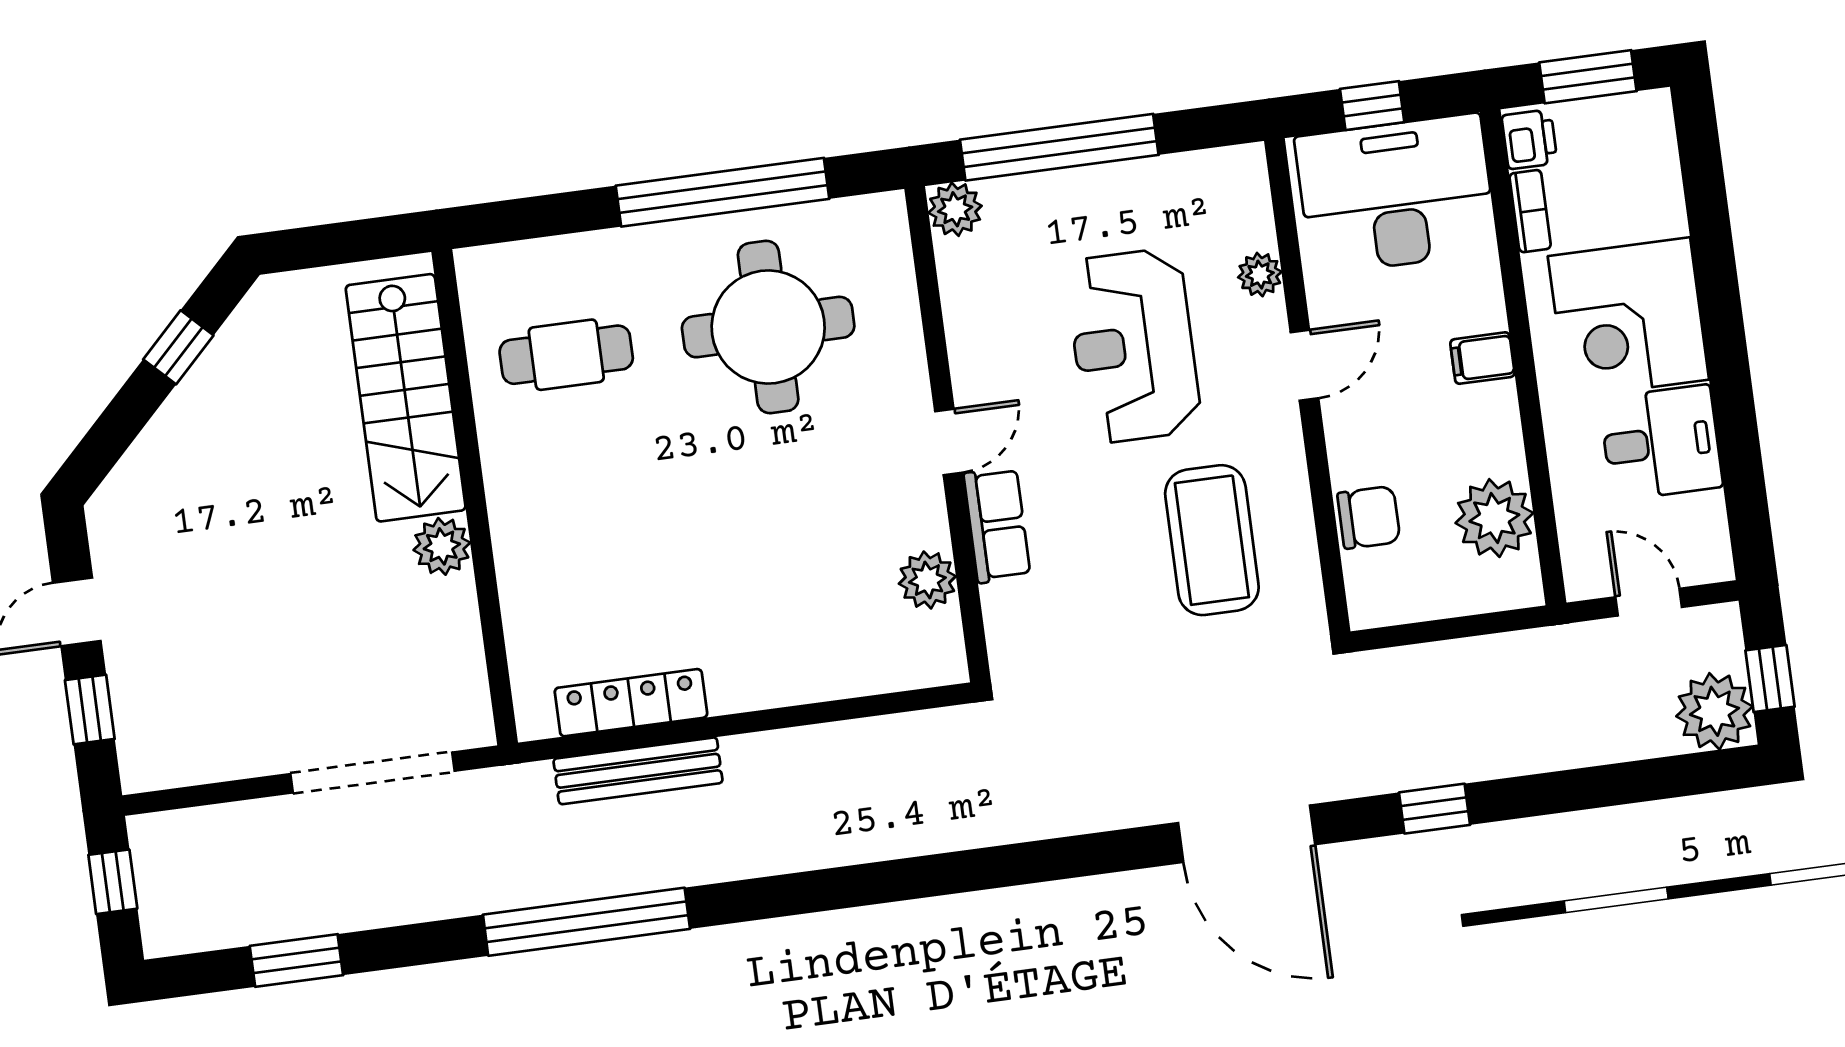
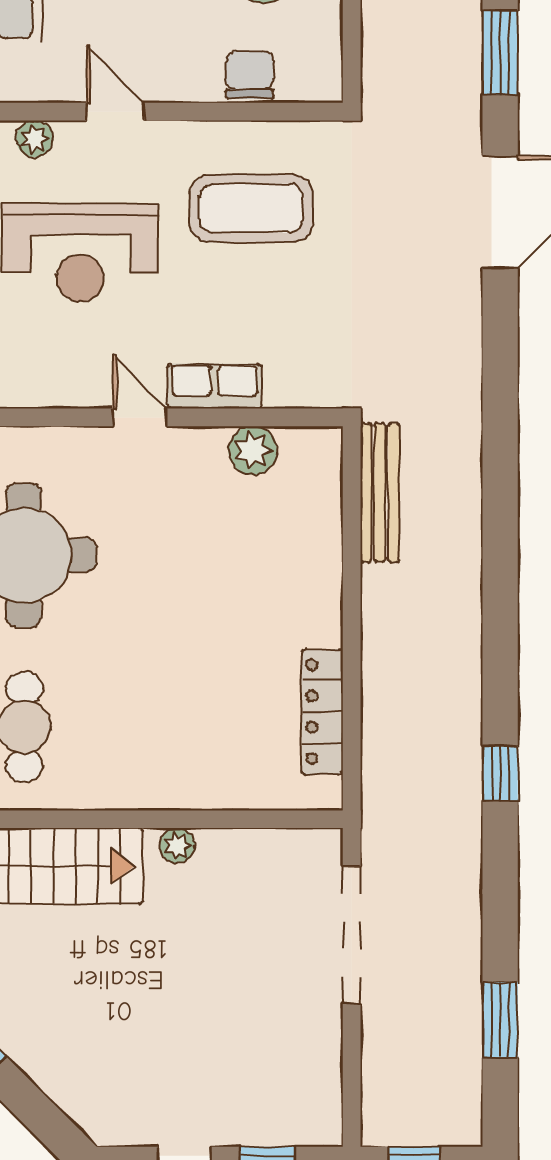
plant: (442, 546) -> (177, 846), width x0.73, depth x0.73
bench: (638, 771) -> (380, 493), moved
window: (1435, 809) -> (500, 52), width x1.50
window: (586, 922) -> (500, 773), width x0.32

